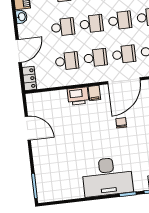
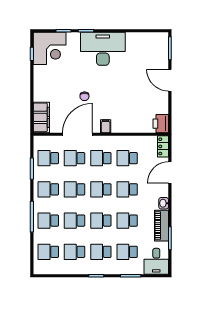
printer: (78, 96) -> (161, 124), moved, turned -90
door: (28, 128) -> (170, 80), moved

